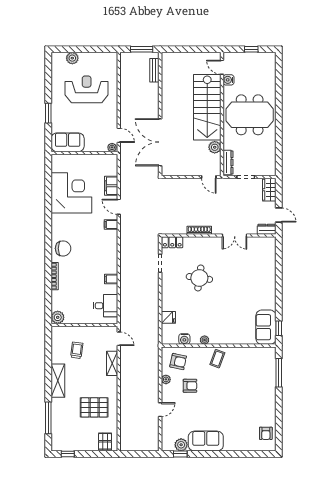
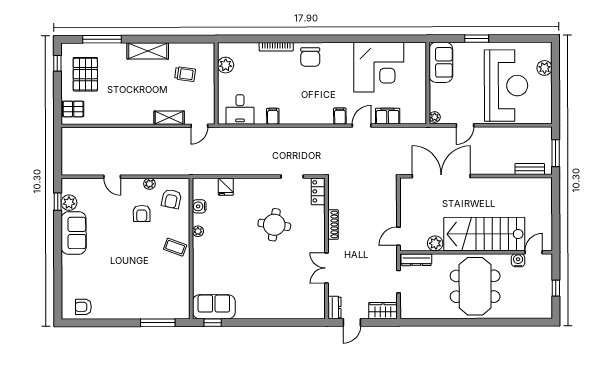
reception desk: (87, 89) -> (506, 86), width x1.36, depth x1.30
door: (119, 135) -> (465, 125), moved
plant: (58, 317) -> (226, 65), moved
pallet: (94, 407) -> (85, 74), moved

